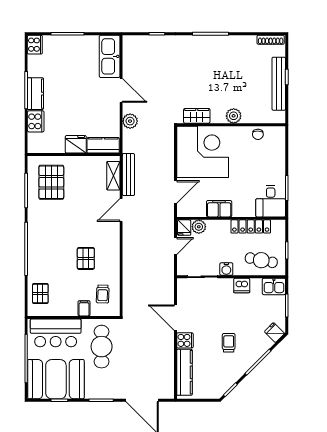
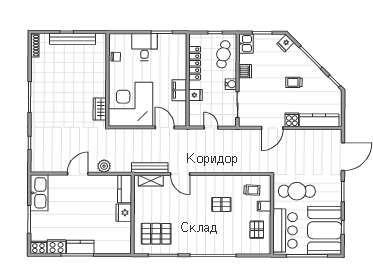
kitchen sink: (110, 56) -> (39, 193), moved, turned -90
plant: (234, 116) -> (100, 78), removed
cooker: (36, 121) -> (57, 247), moved
desk: (271, 201) -> (145, 47), moved, turned -90
plant: (199, 227) -> (195, 108), removed
fridge: (184, 228) -> (195, 95), moved
pallet: (40, 294) -> (257, 230), moved, turned 90

